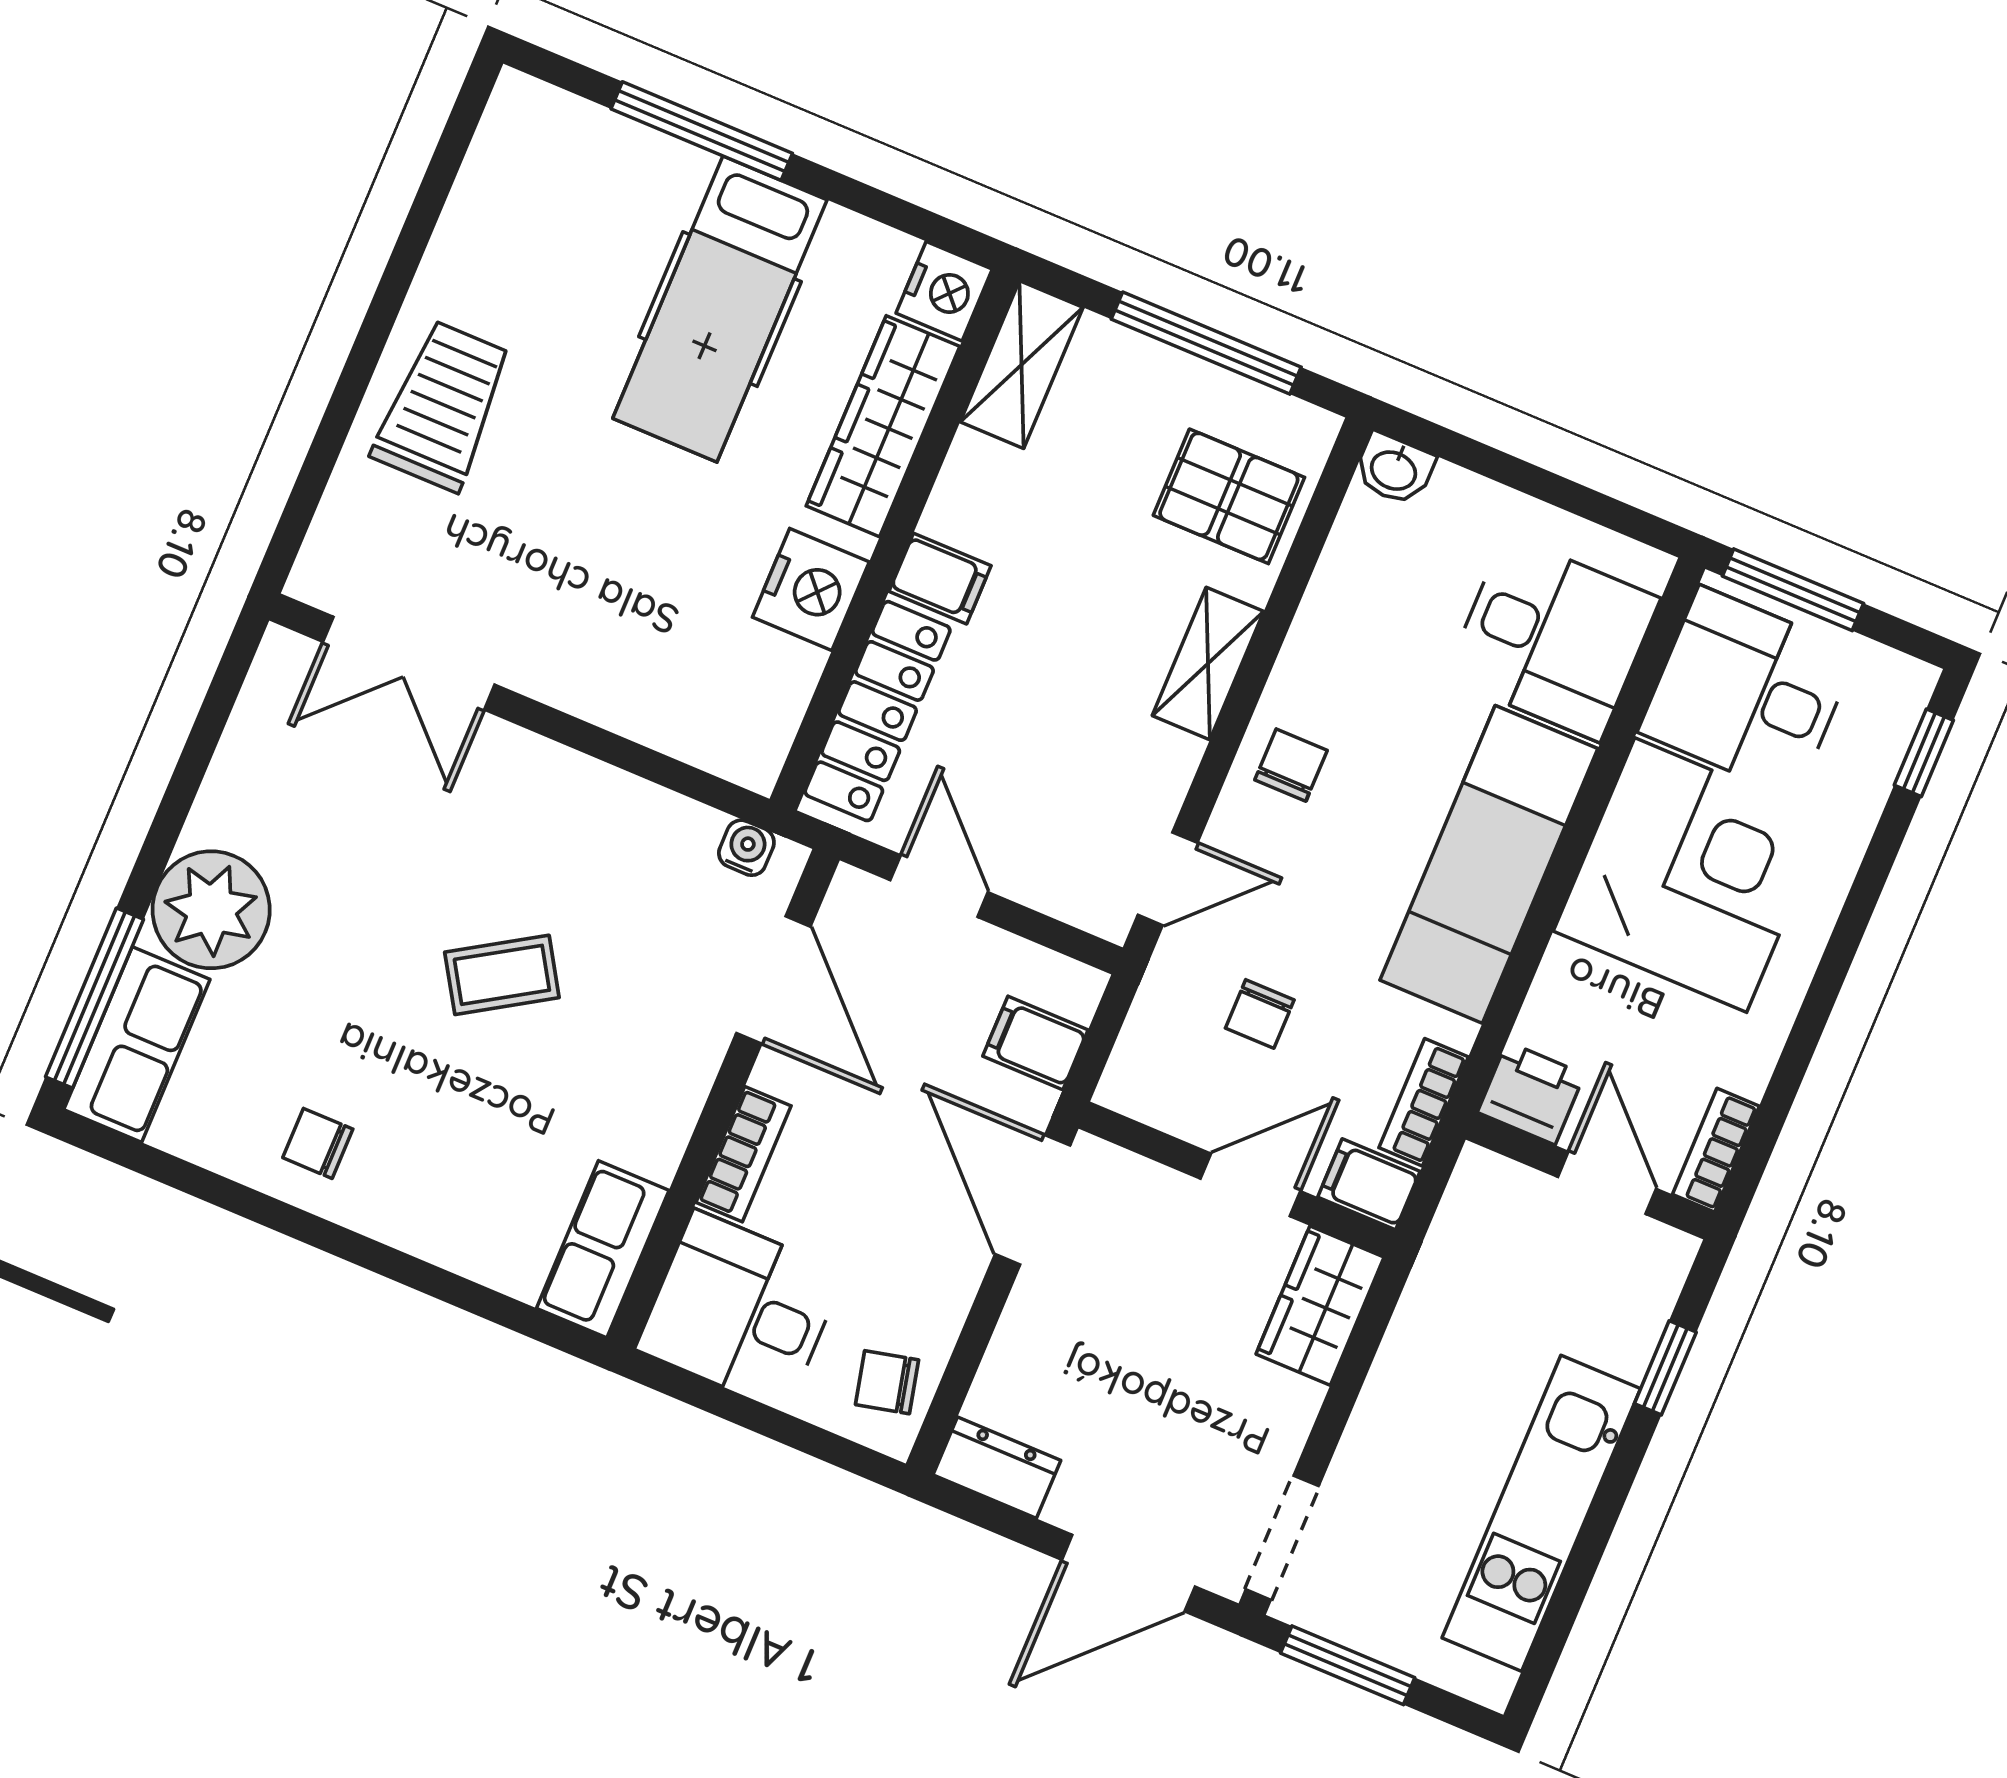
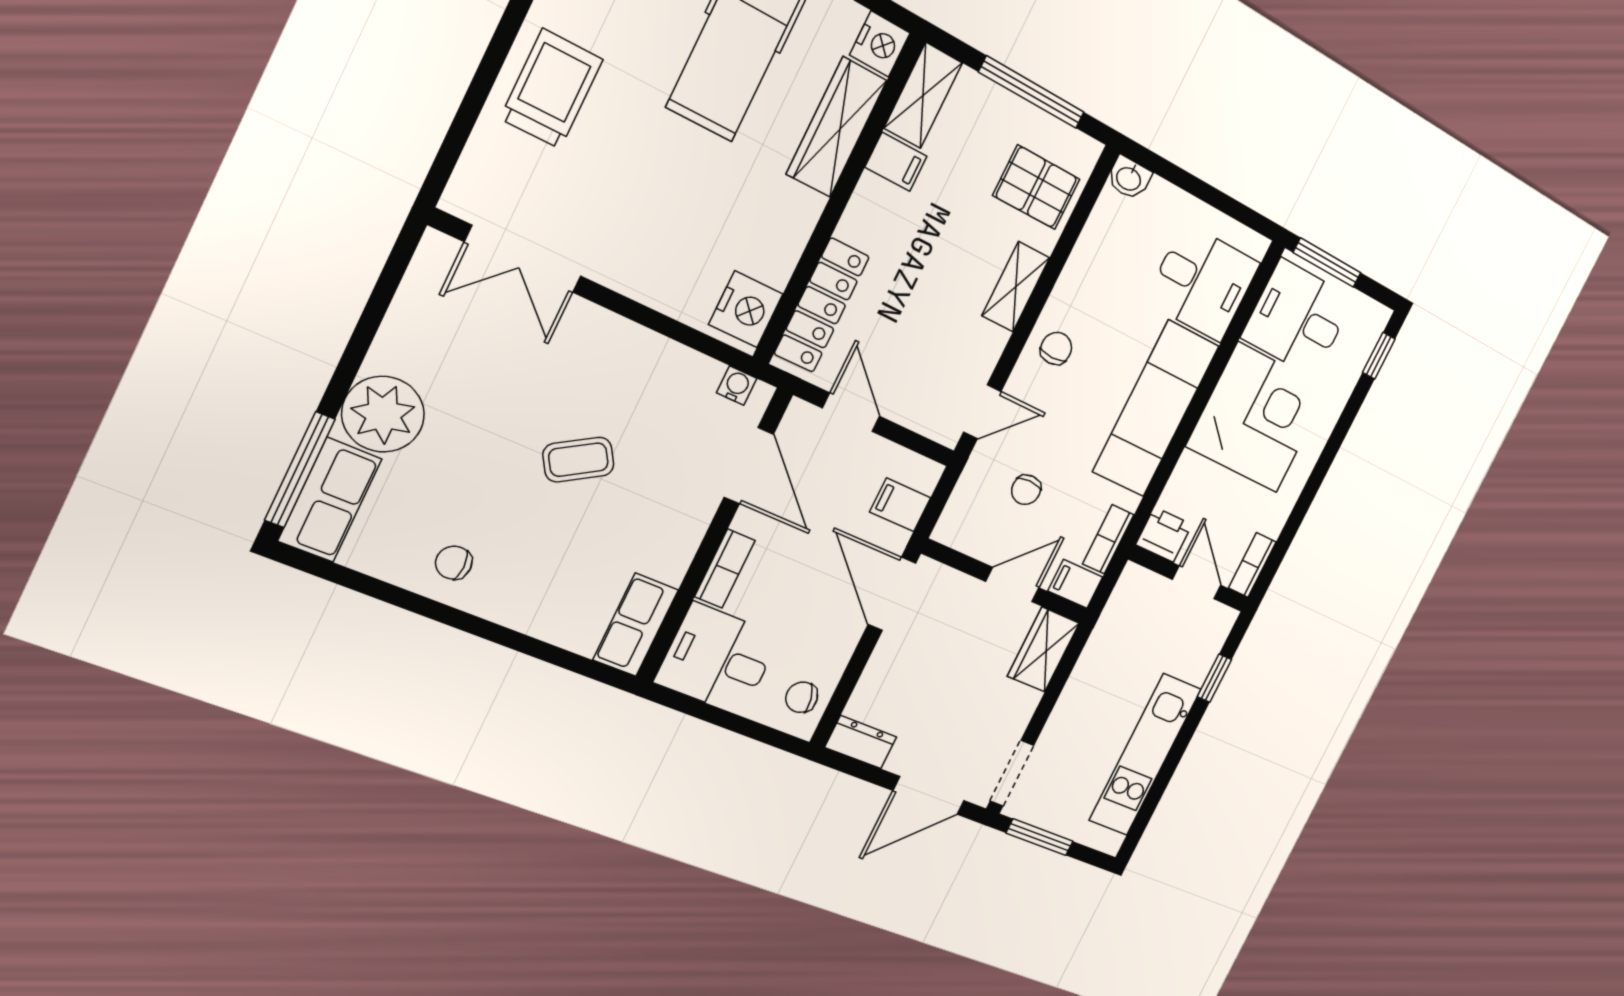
filing cabinet: (940, 579) -> (896, 162), moved
nightstand: (811, 589) -> (746, 309), moved

